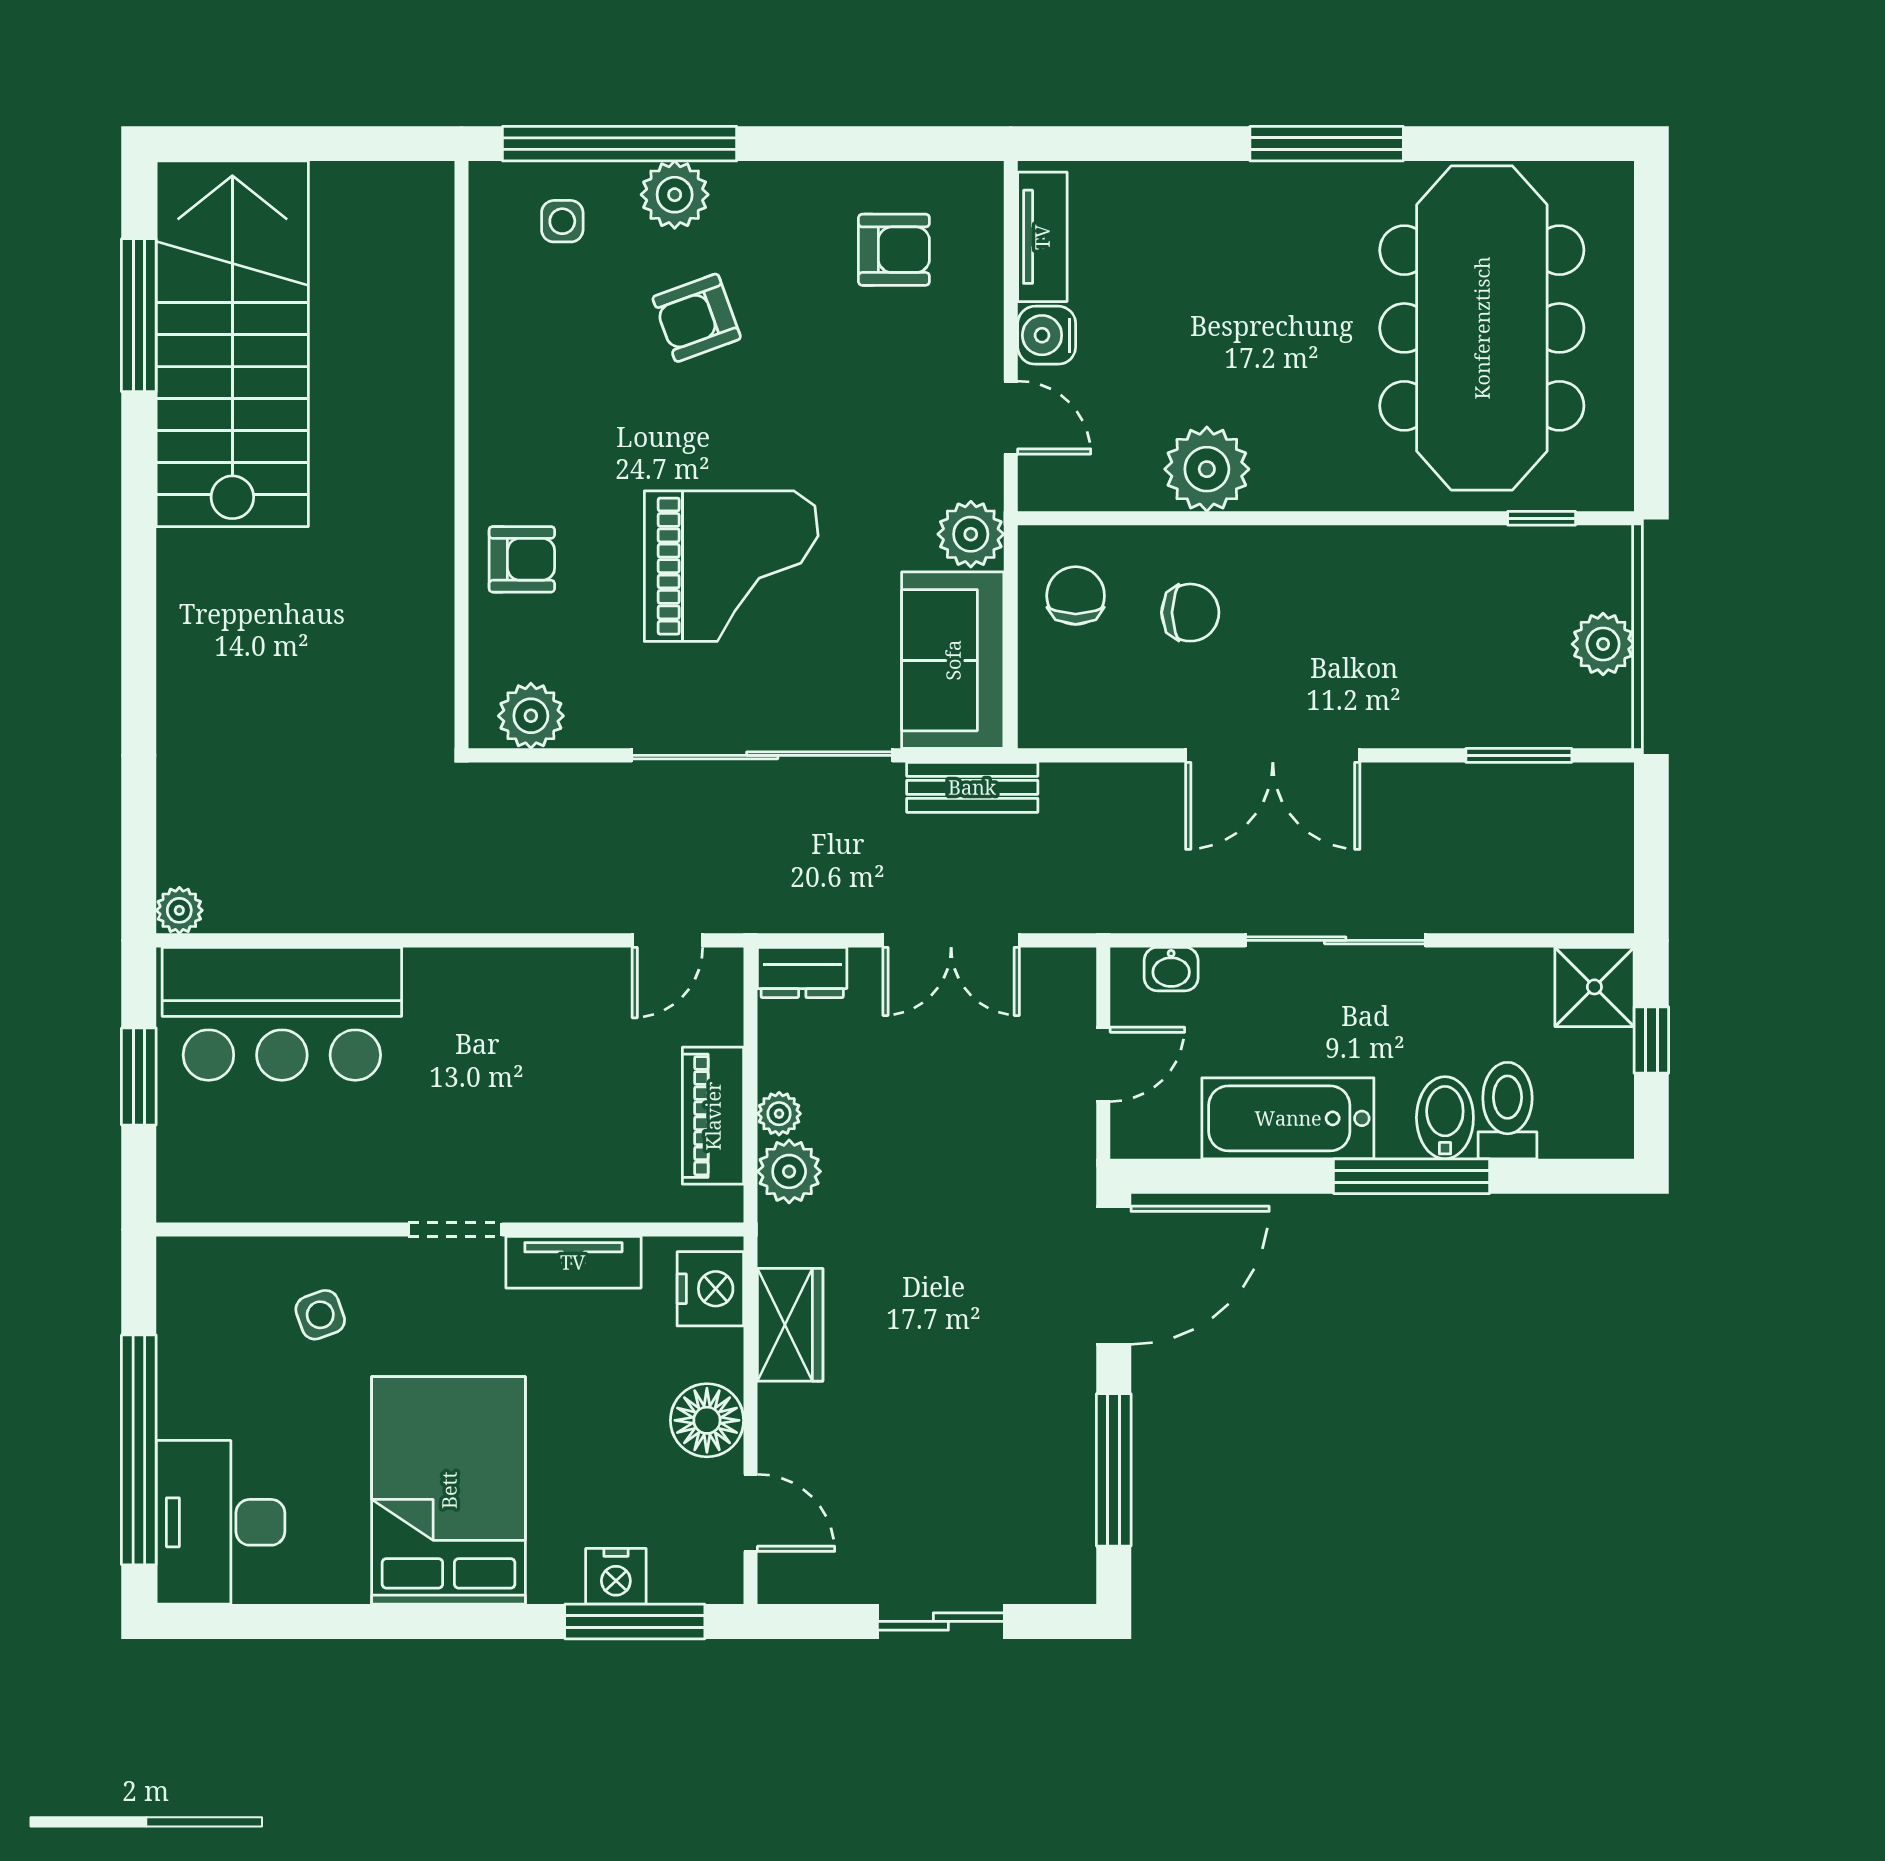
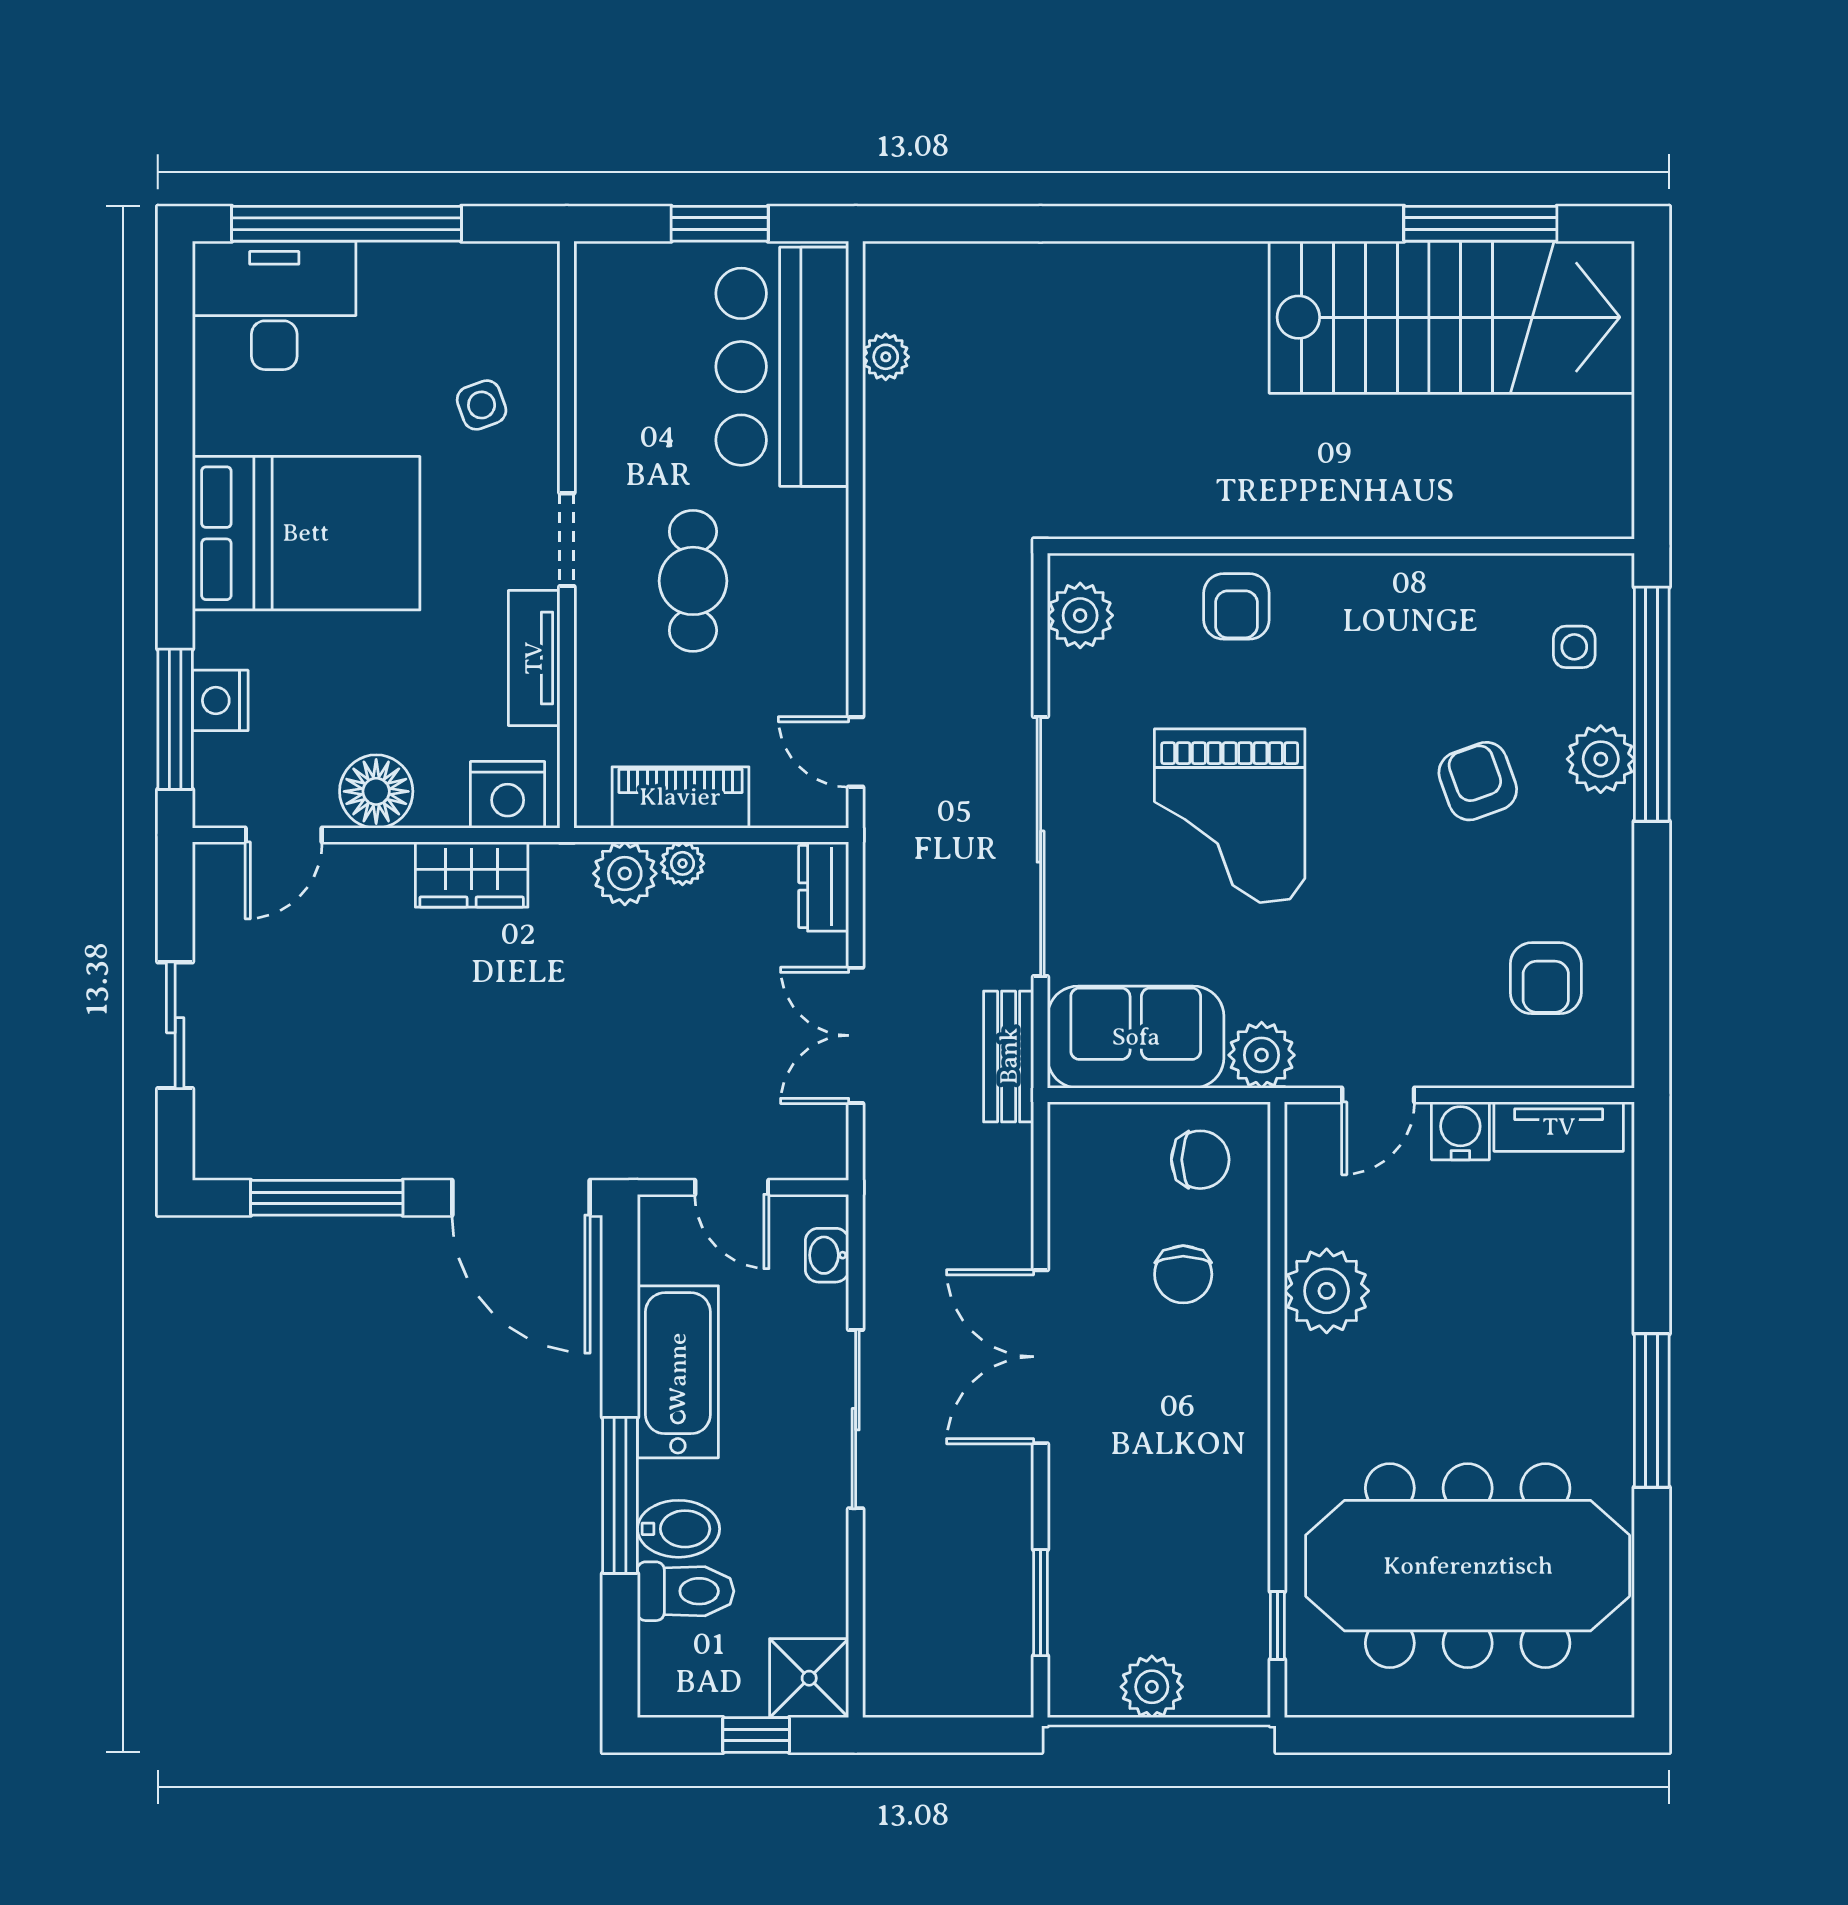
plant: (179, 910) -> (886, 357), moved
cafe table: (496, 1103) -> (693, 581), added

